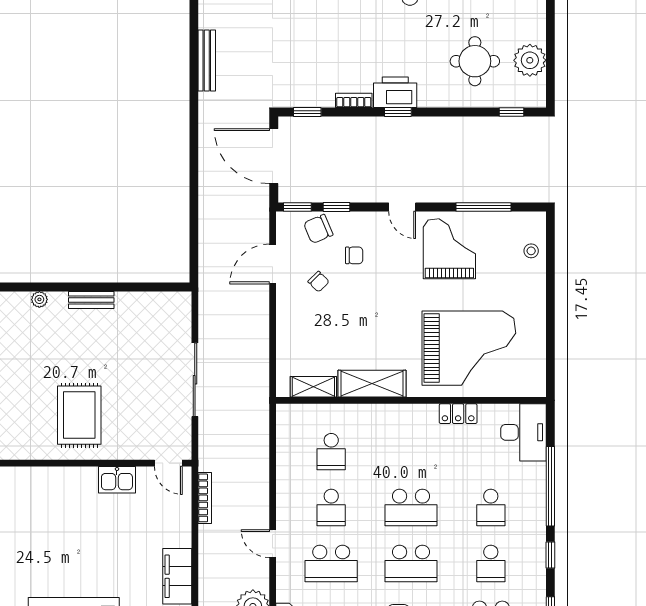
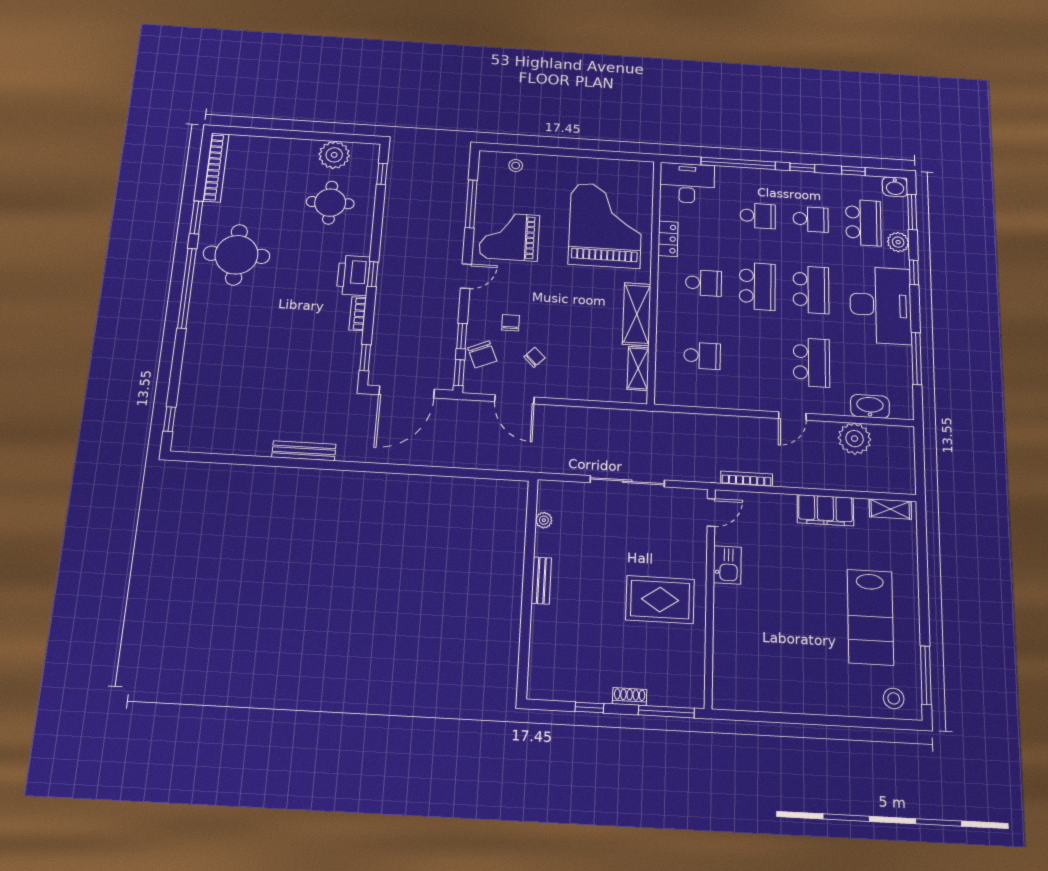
plant: (39, 299) -> (544, 520), moved
school desk: (331, 508) -> (703, 283), moved

